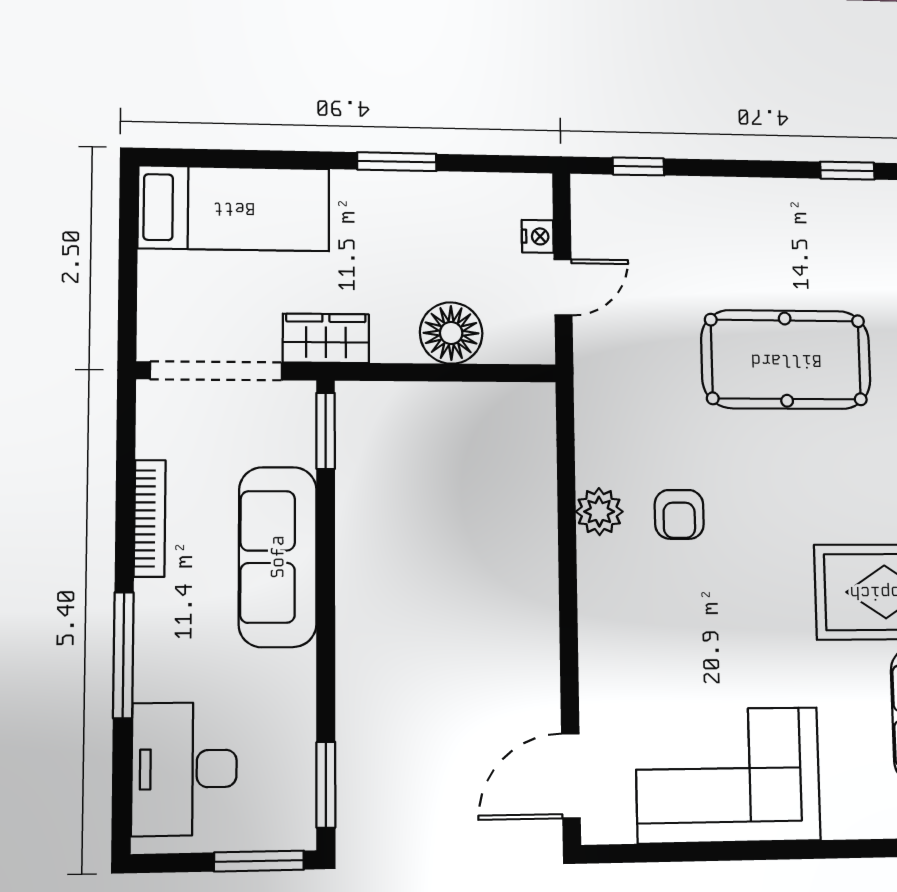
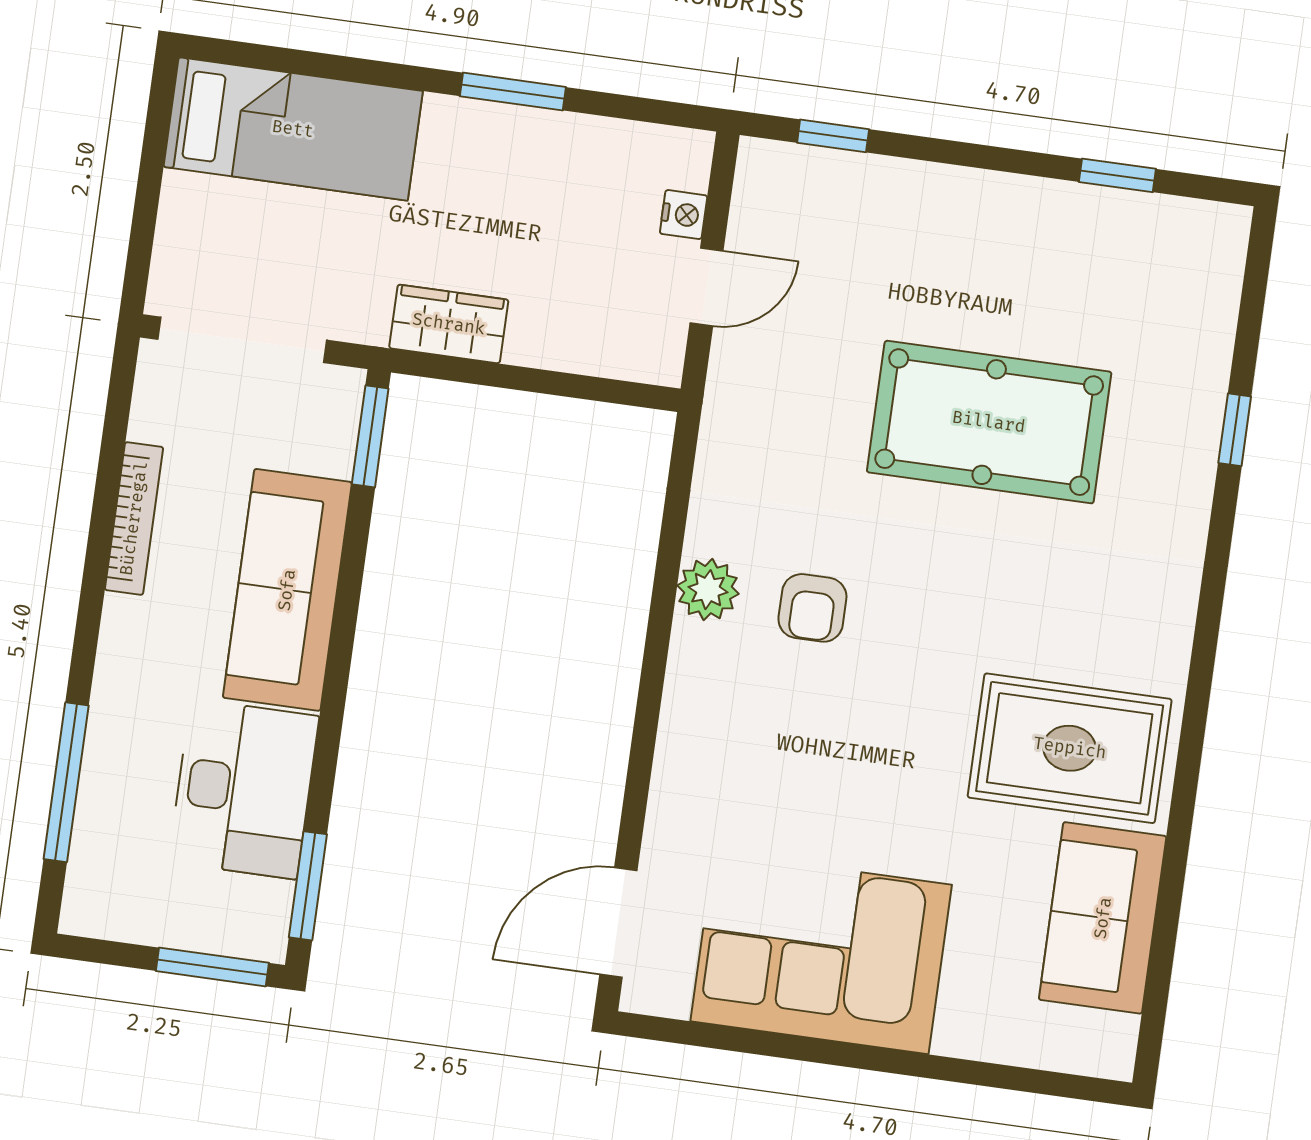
floor lamp: (451, 333) -> (550, 329), removed
wardrobe: (326, 338) -> (449, 324), moved
window: (123, 655) -> (66, 782), moved
desk: (184, 769) -> (244, 789), moved, turned 180

